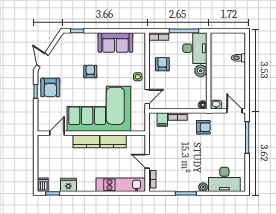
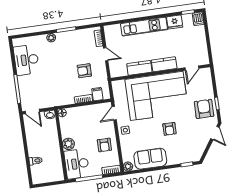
plant: (140, 38) -> (128, 166), added
armchair: (203, 127) -> (84, 71), moved
desk: (224, 179) -> (26, 60), moved, turned -90
kitchen unit: (121, 185) -> (144, 27), moved

